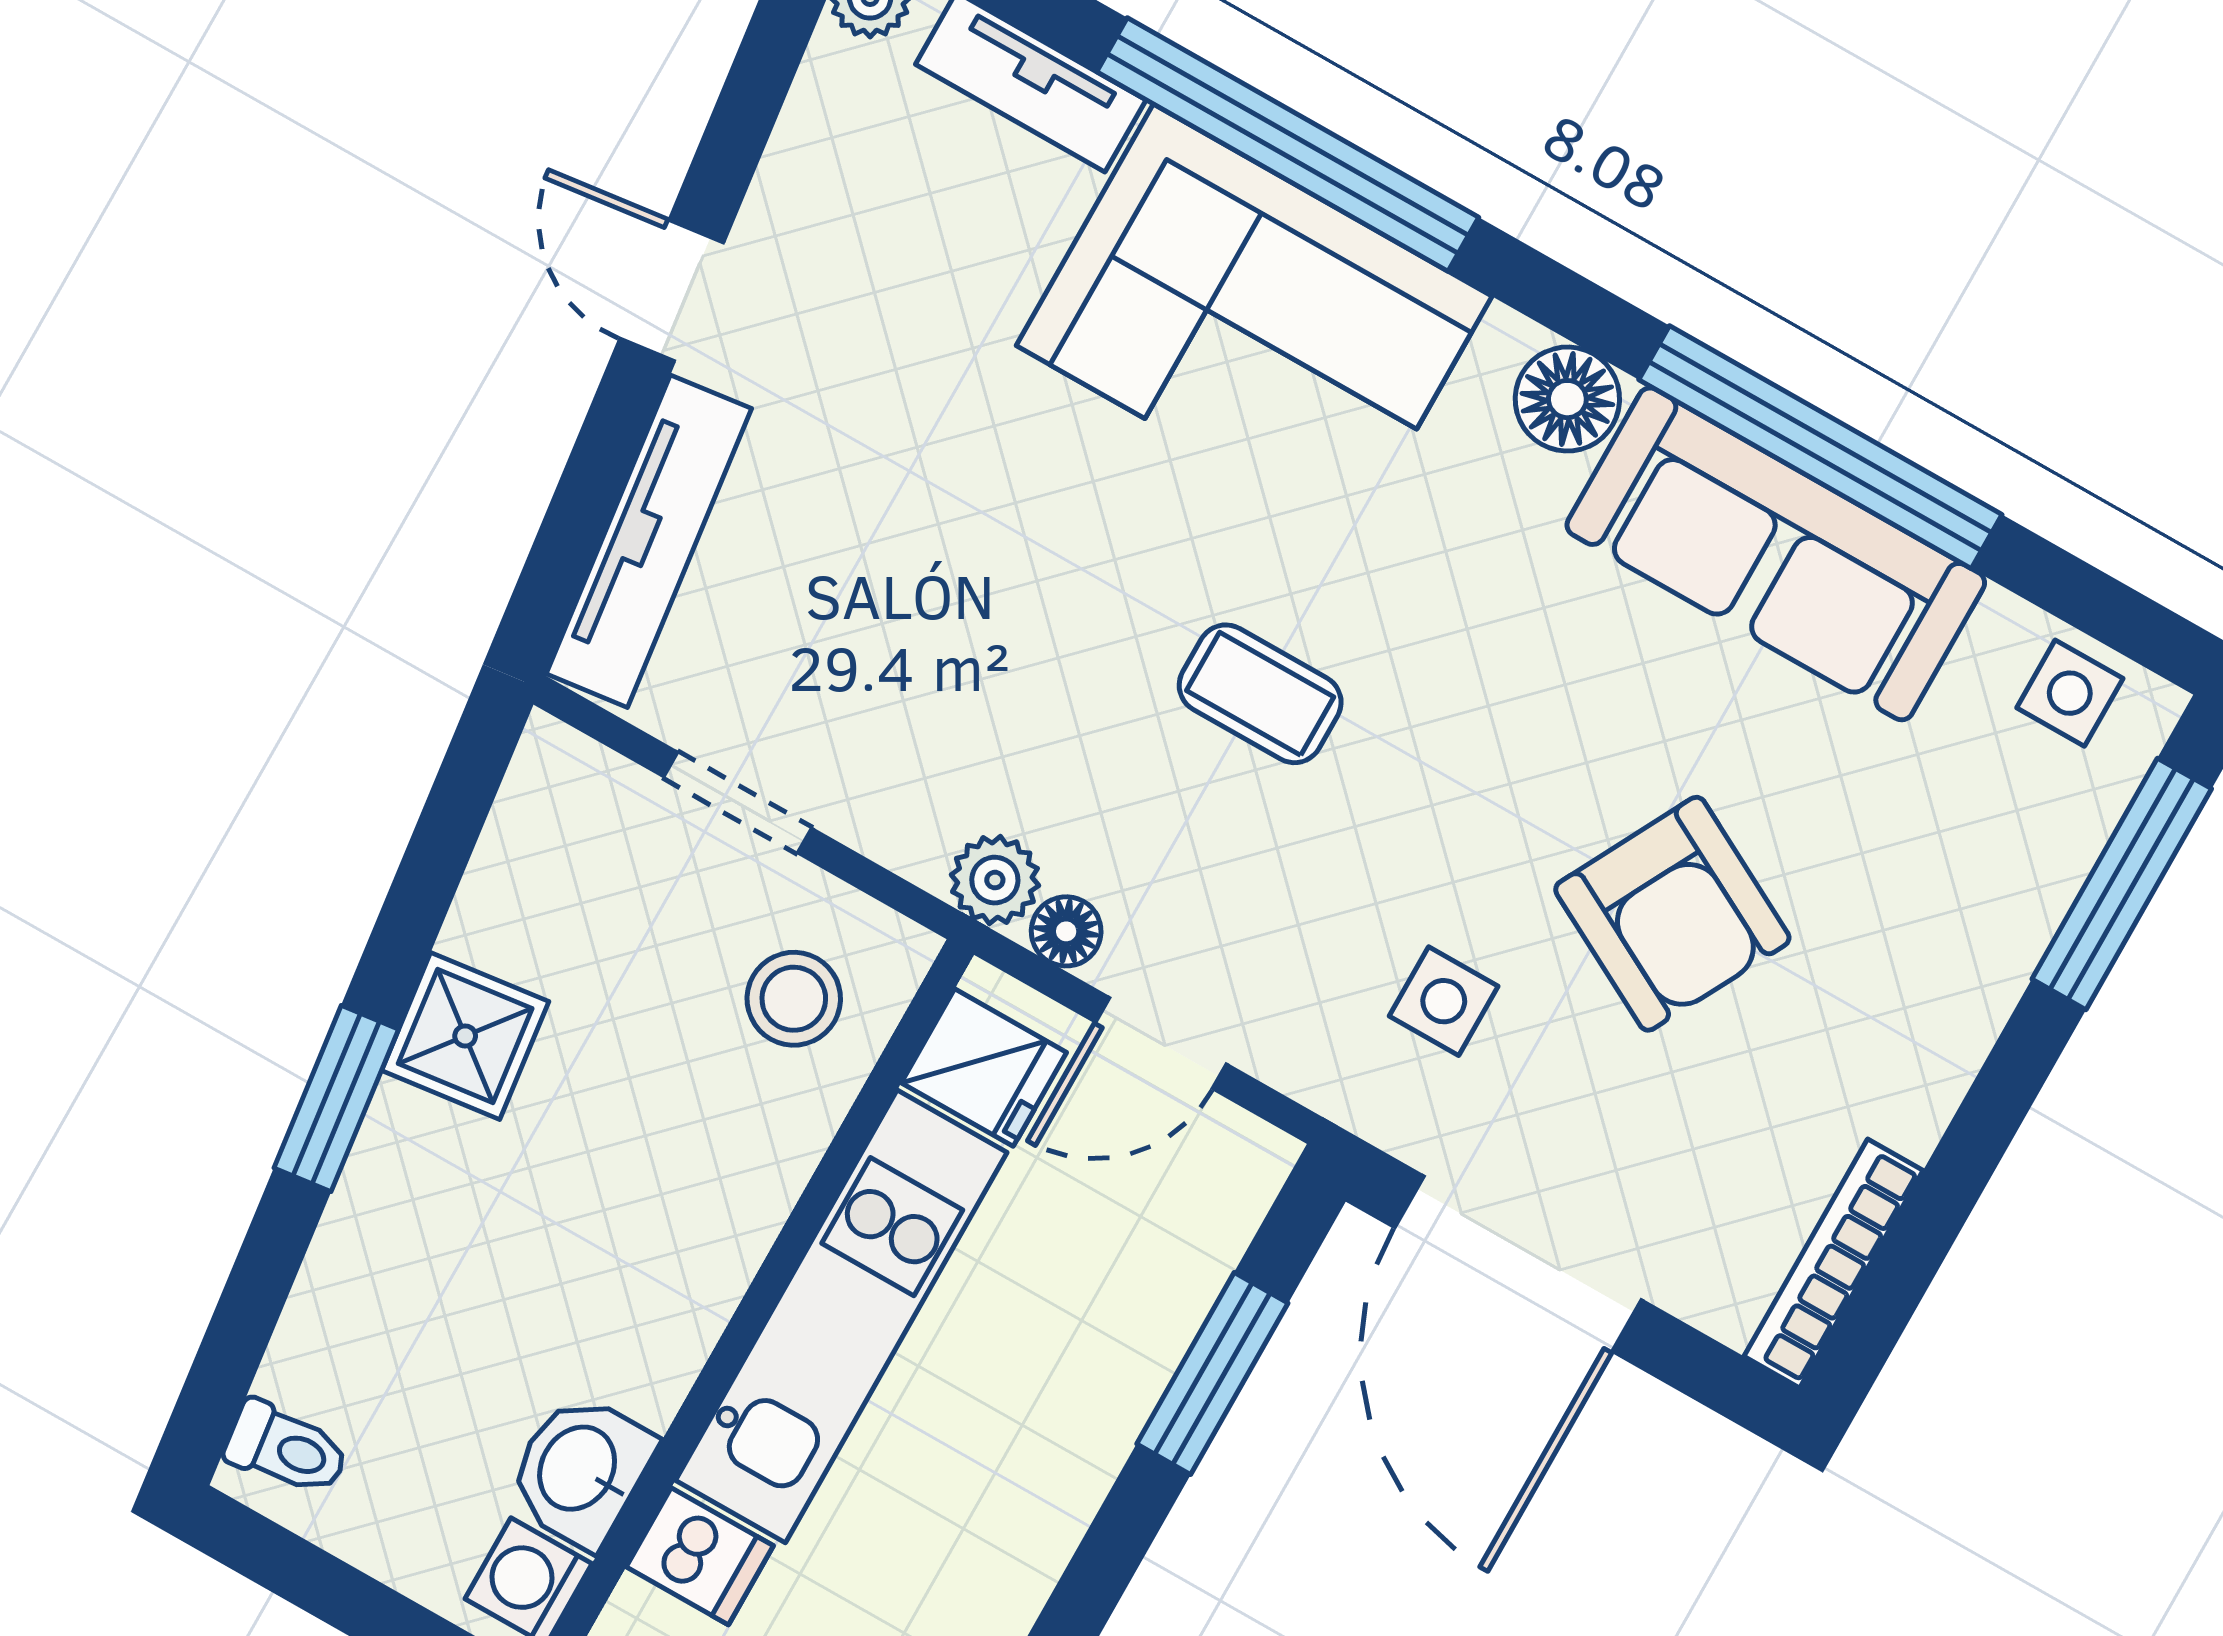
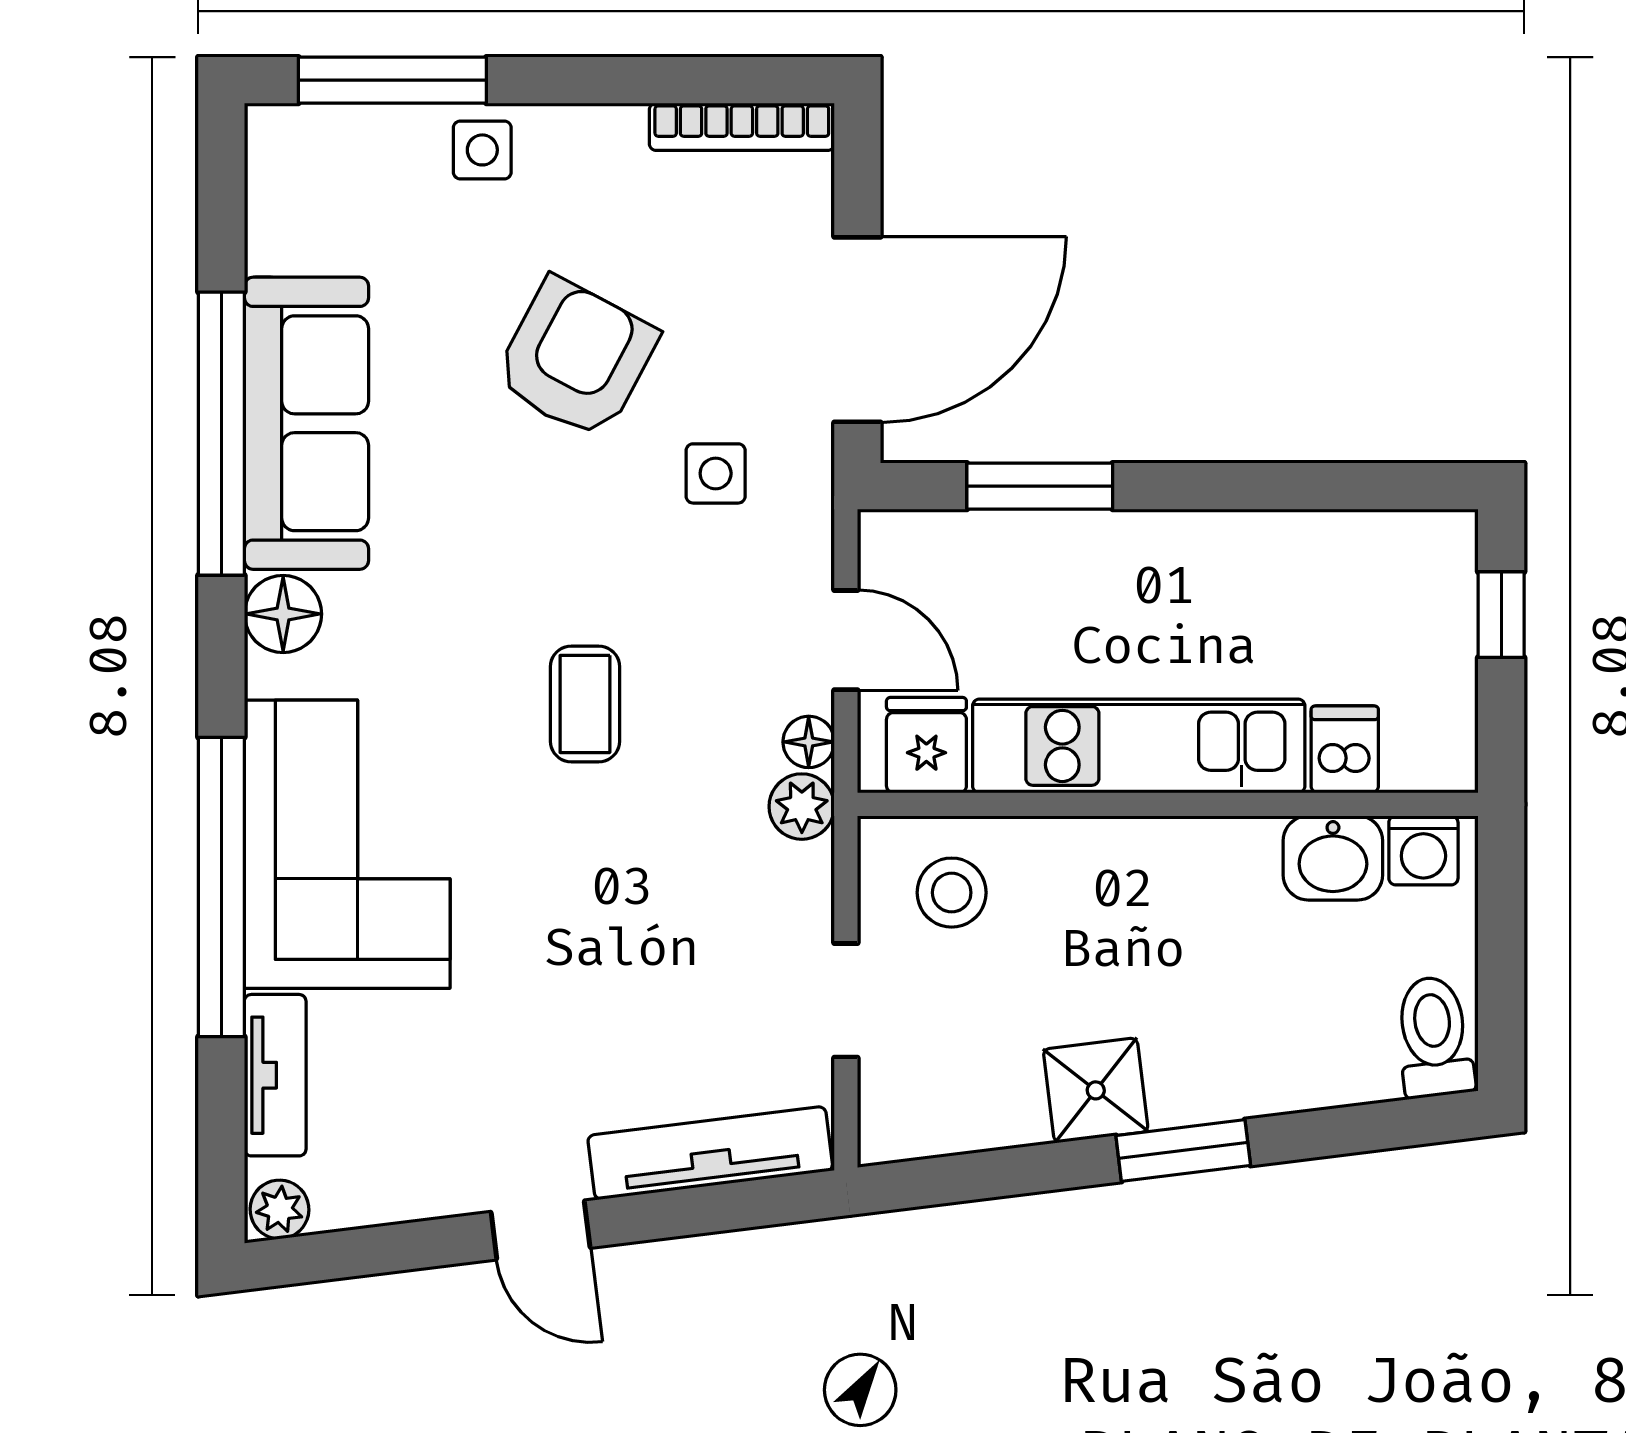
door: (672, 291) -> (541, 1230), hinge flipped
side table: (2070, 693) -> (482, 150), moved
toilet: (287, 1449) -> (1434, 1037), width x1.37, depth x1.39

